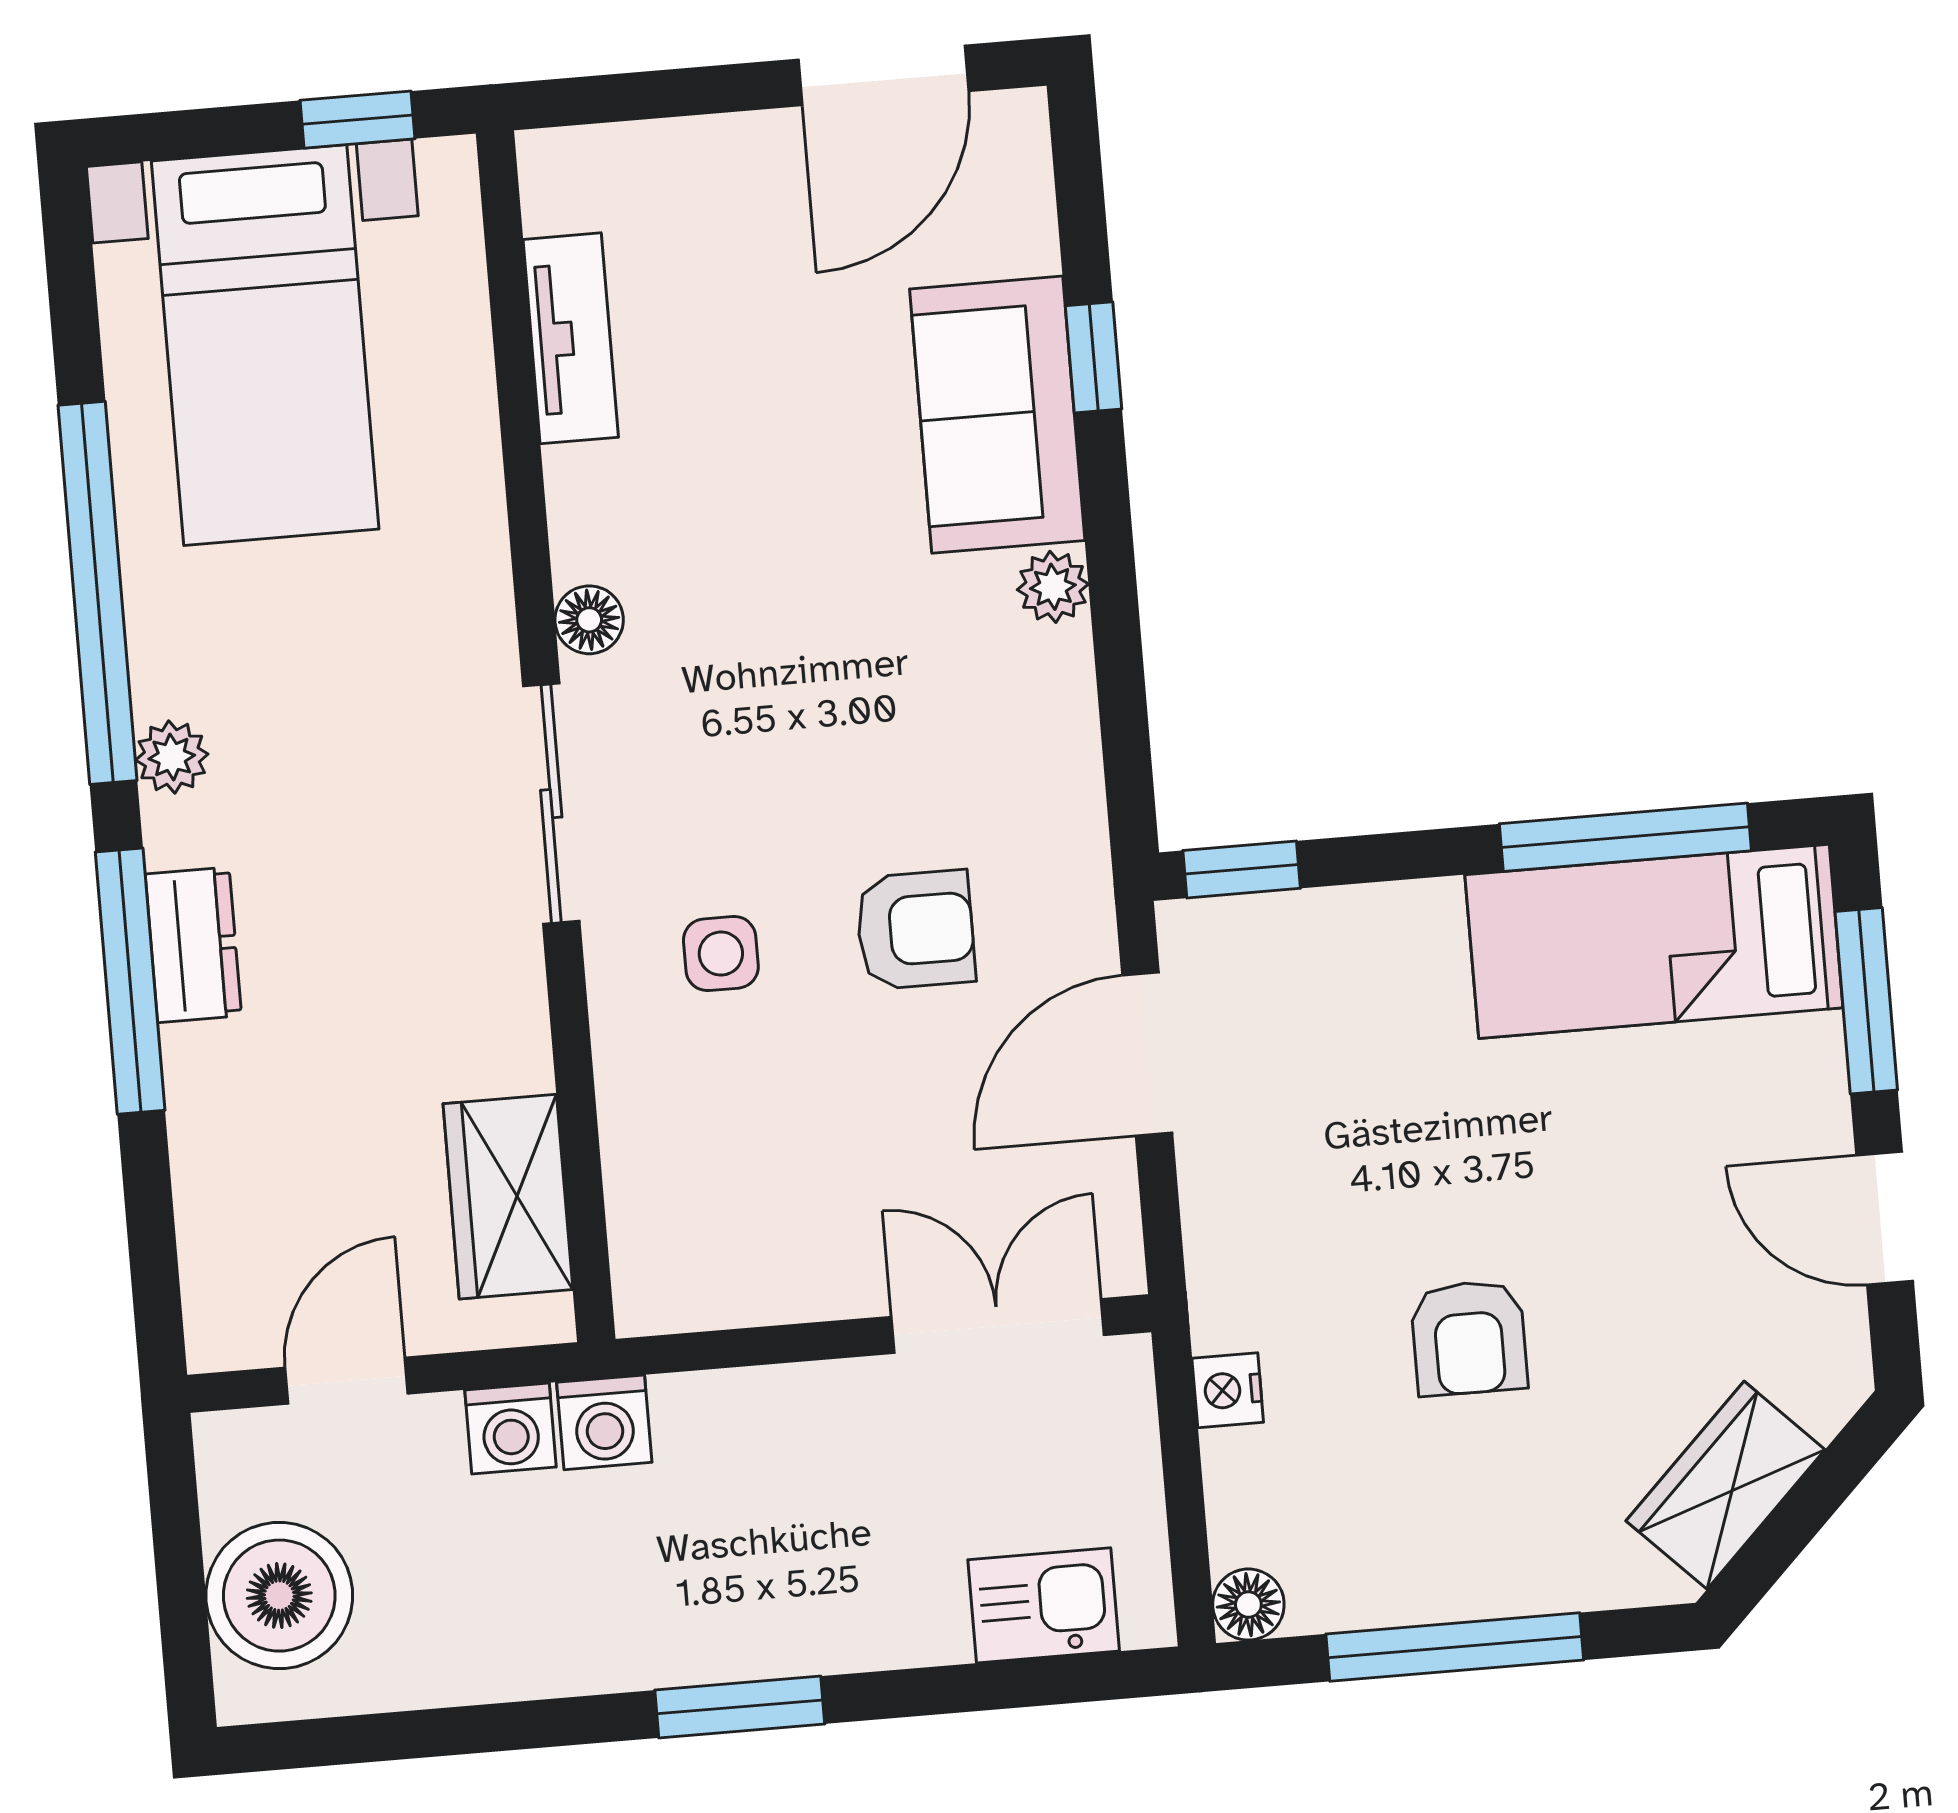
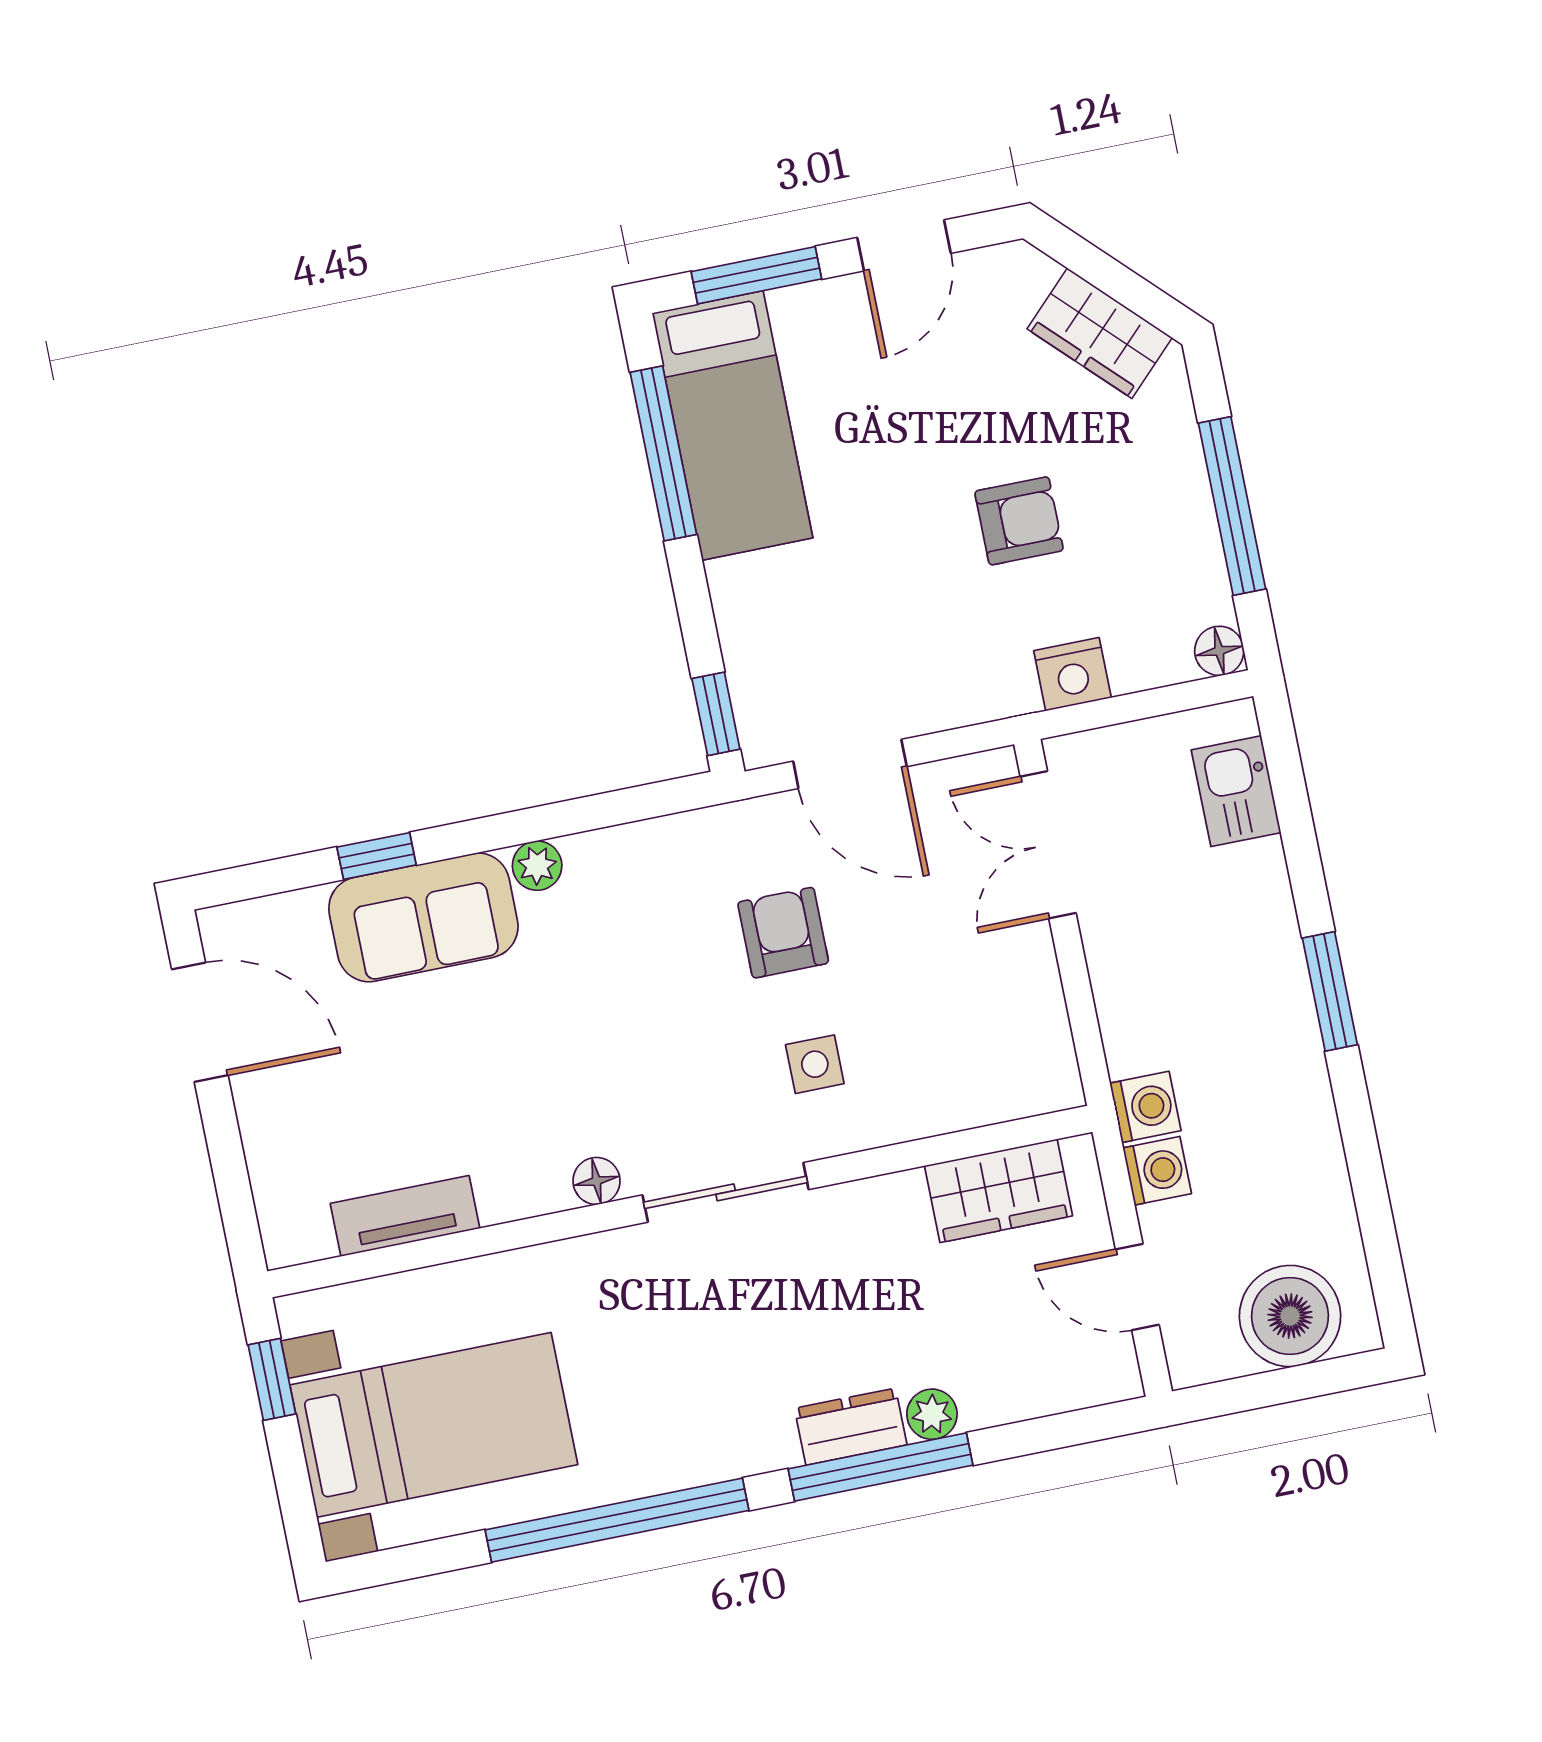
plant: (172, 757) -> (932, 1414), moved
nightstand: (1228, 1390) -> (1072, 674), width x1.39, depth x1.35

